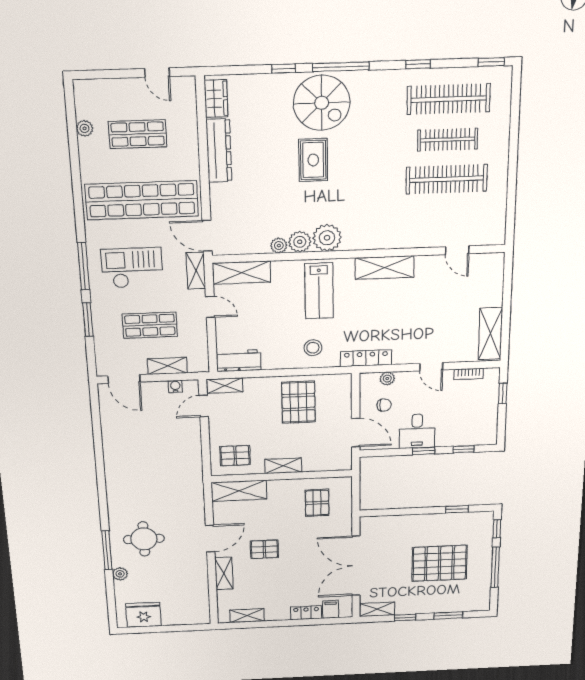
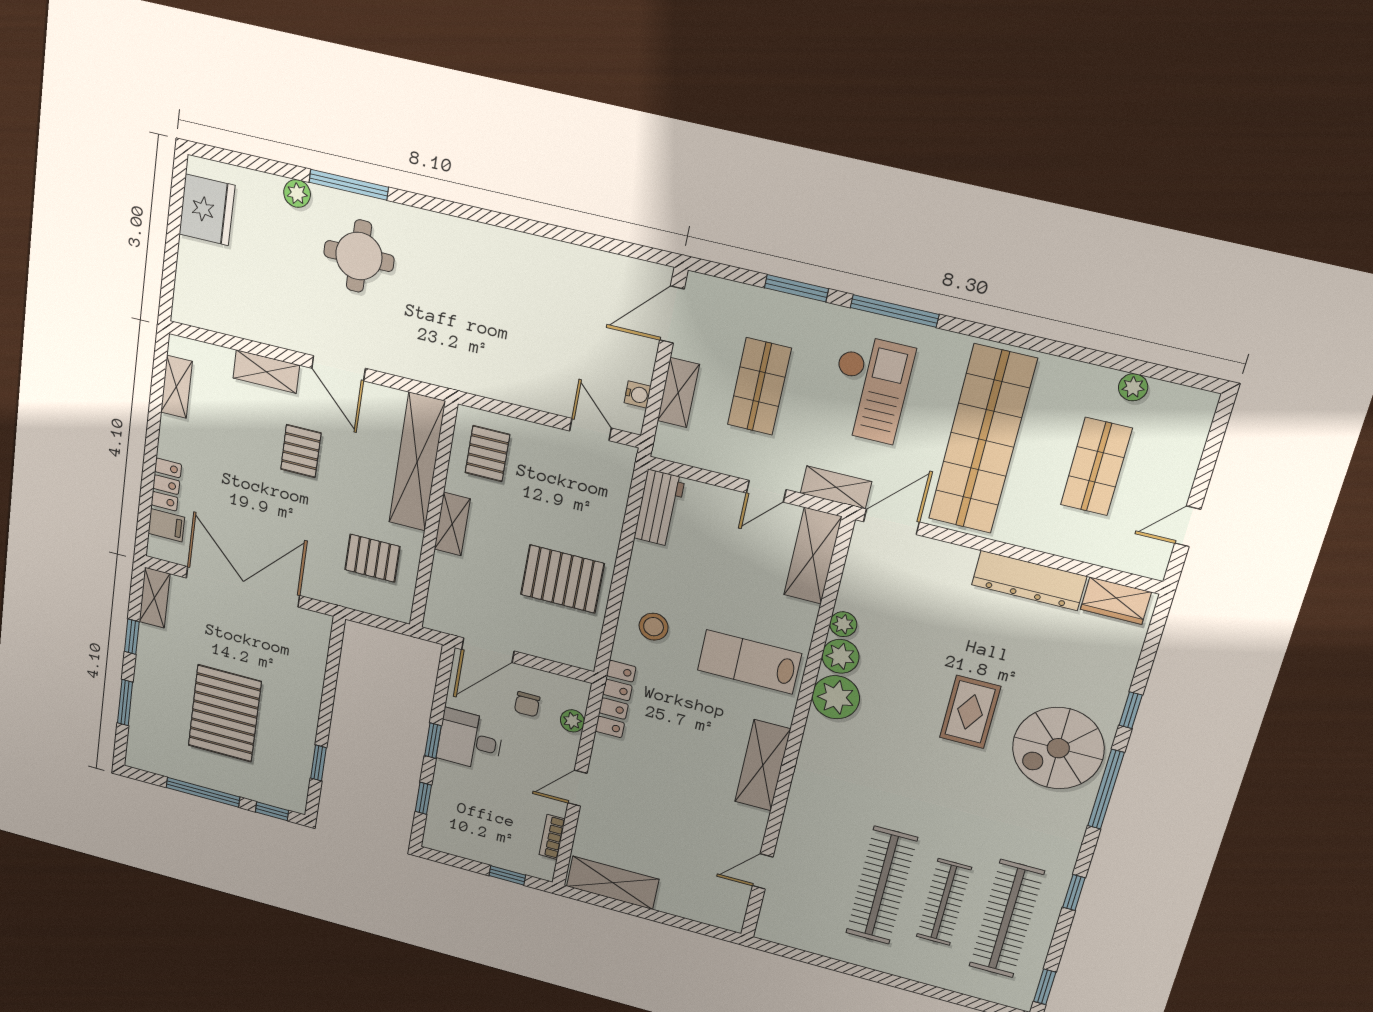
rug: (313, 160) -> (970, 712), turned 90
shelving: (225, 386) -> (620, 474), removed
shelving: (239, 491) -> (417, 462), width x1.47

